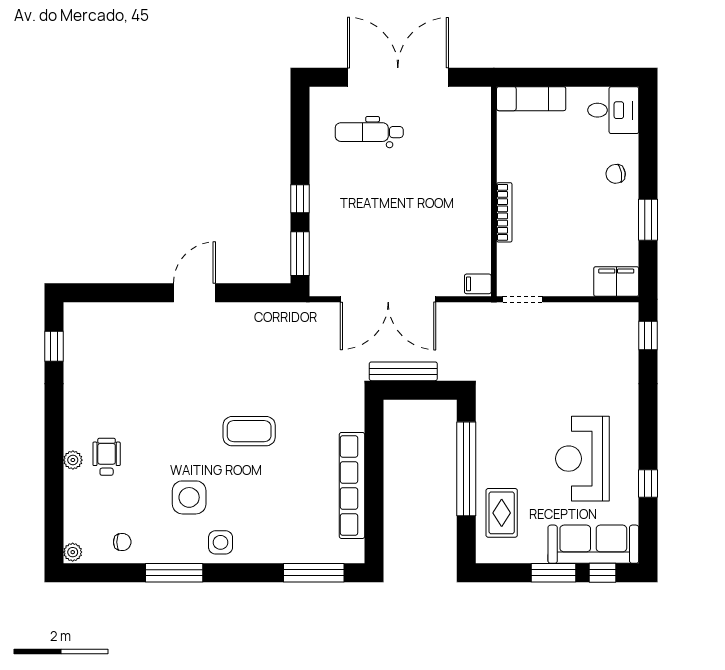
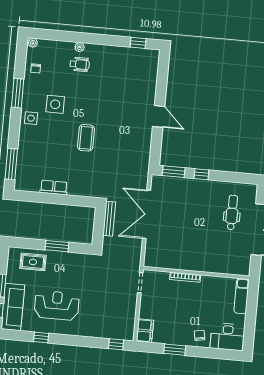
desk: (613, 110) -> (227, 337), width x1.37
filing cabinet: (478, 284) -> (150, 260), removed
window: (466, 469) -> (57, 246), width x0.47
row of seats: (352, 485) -> (54, 187), width x0.50

